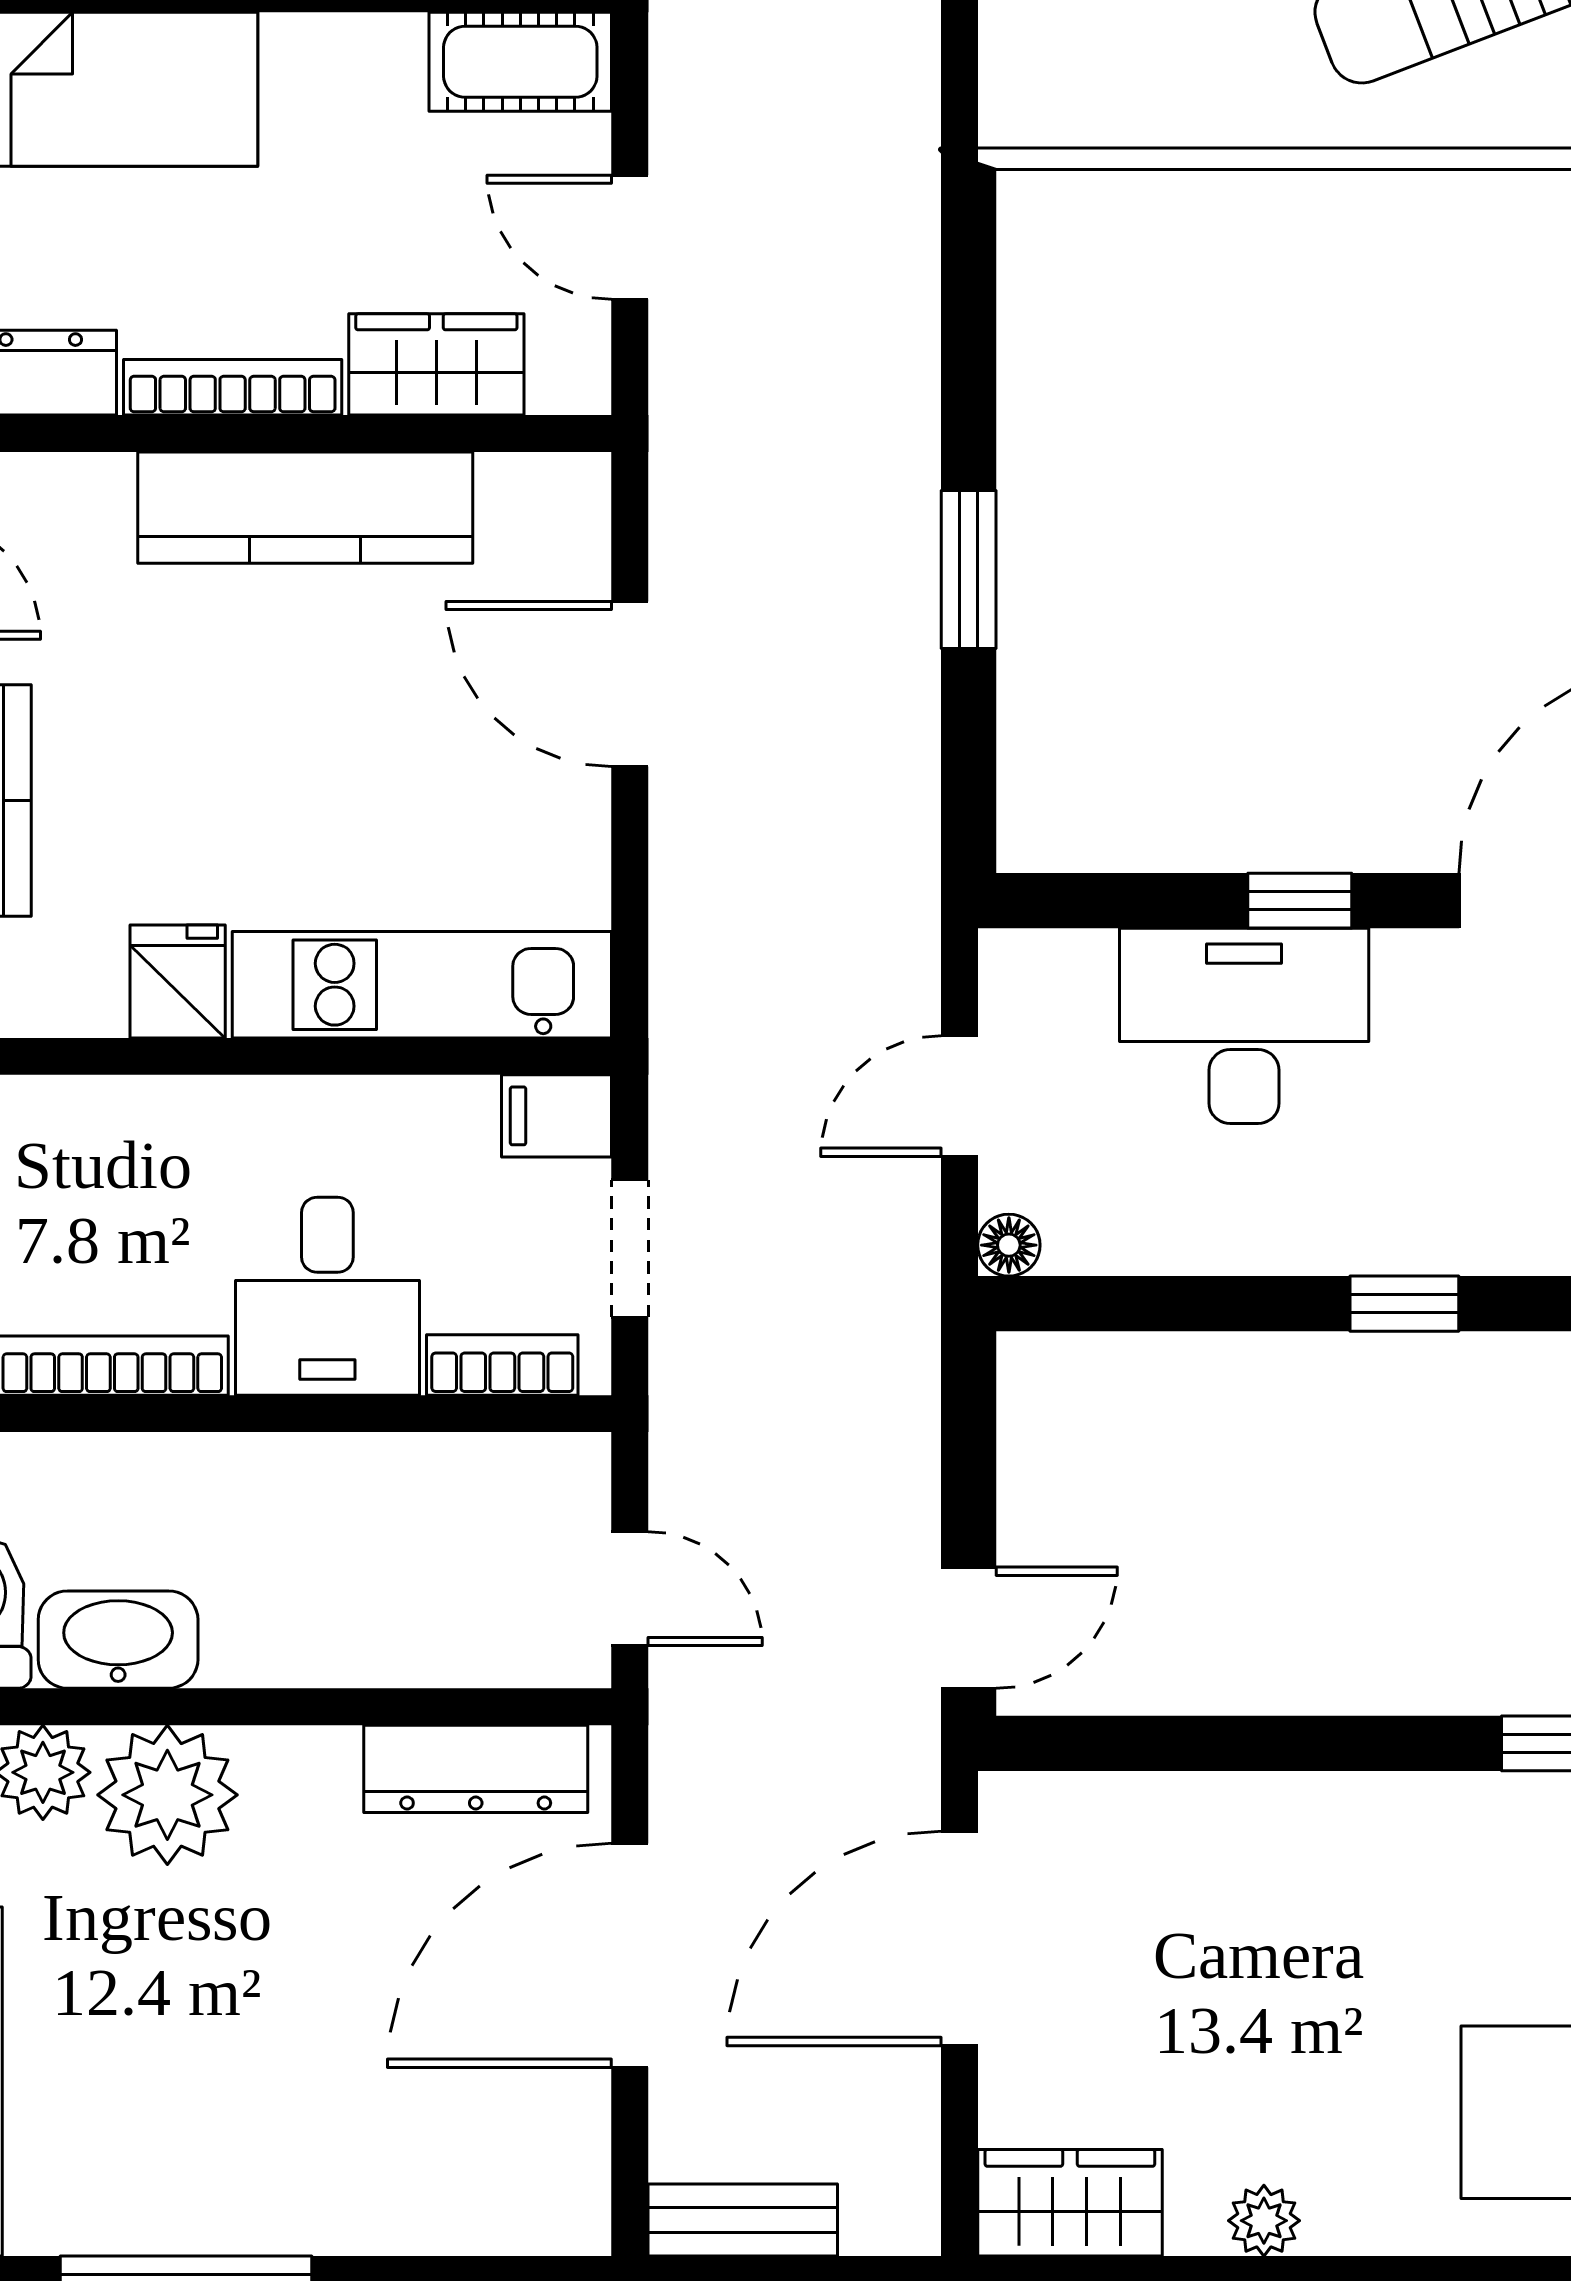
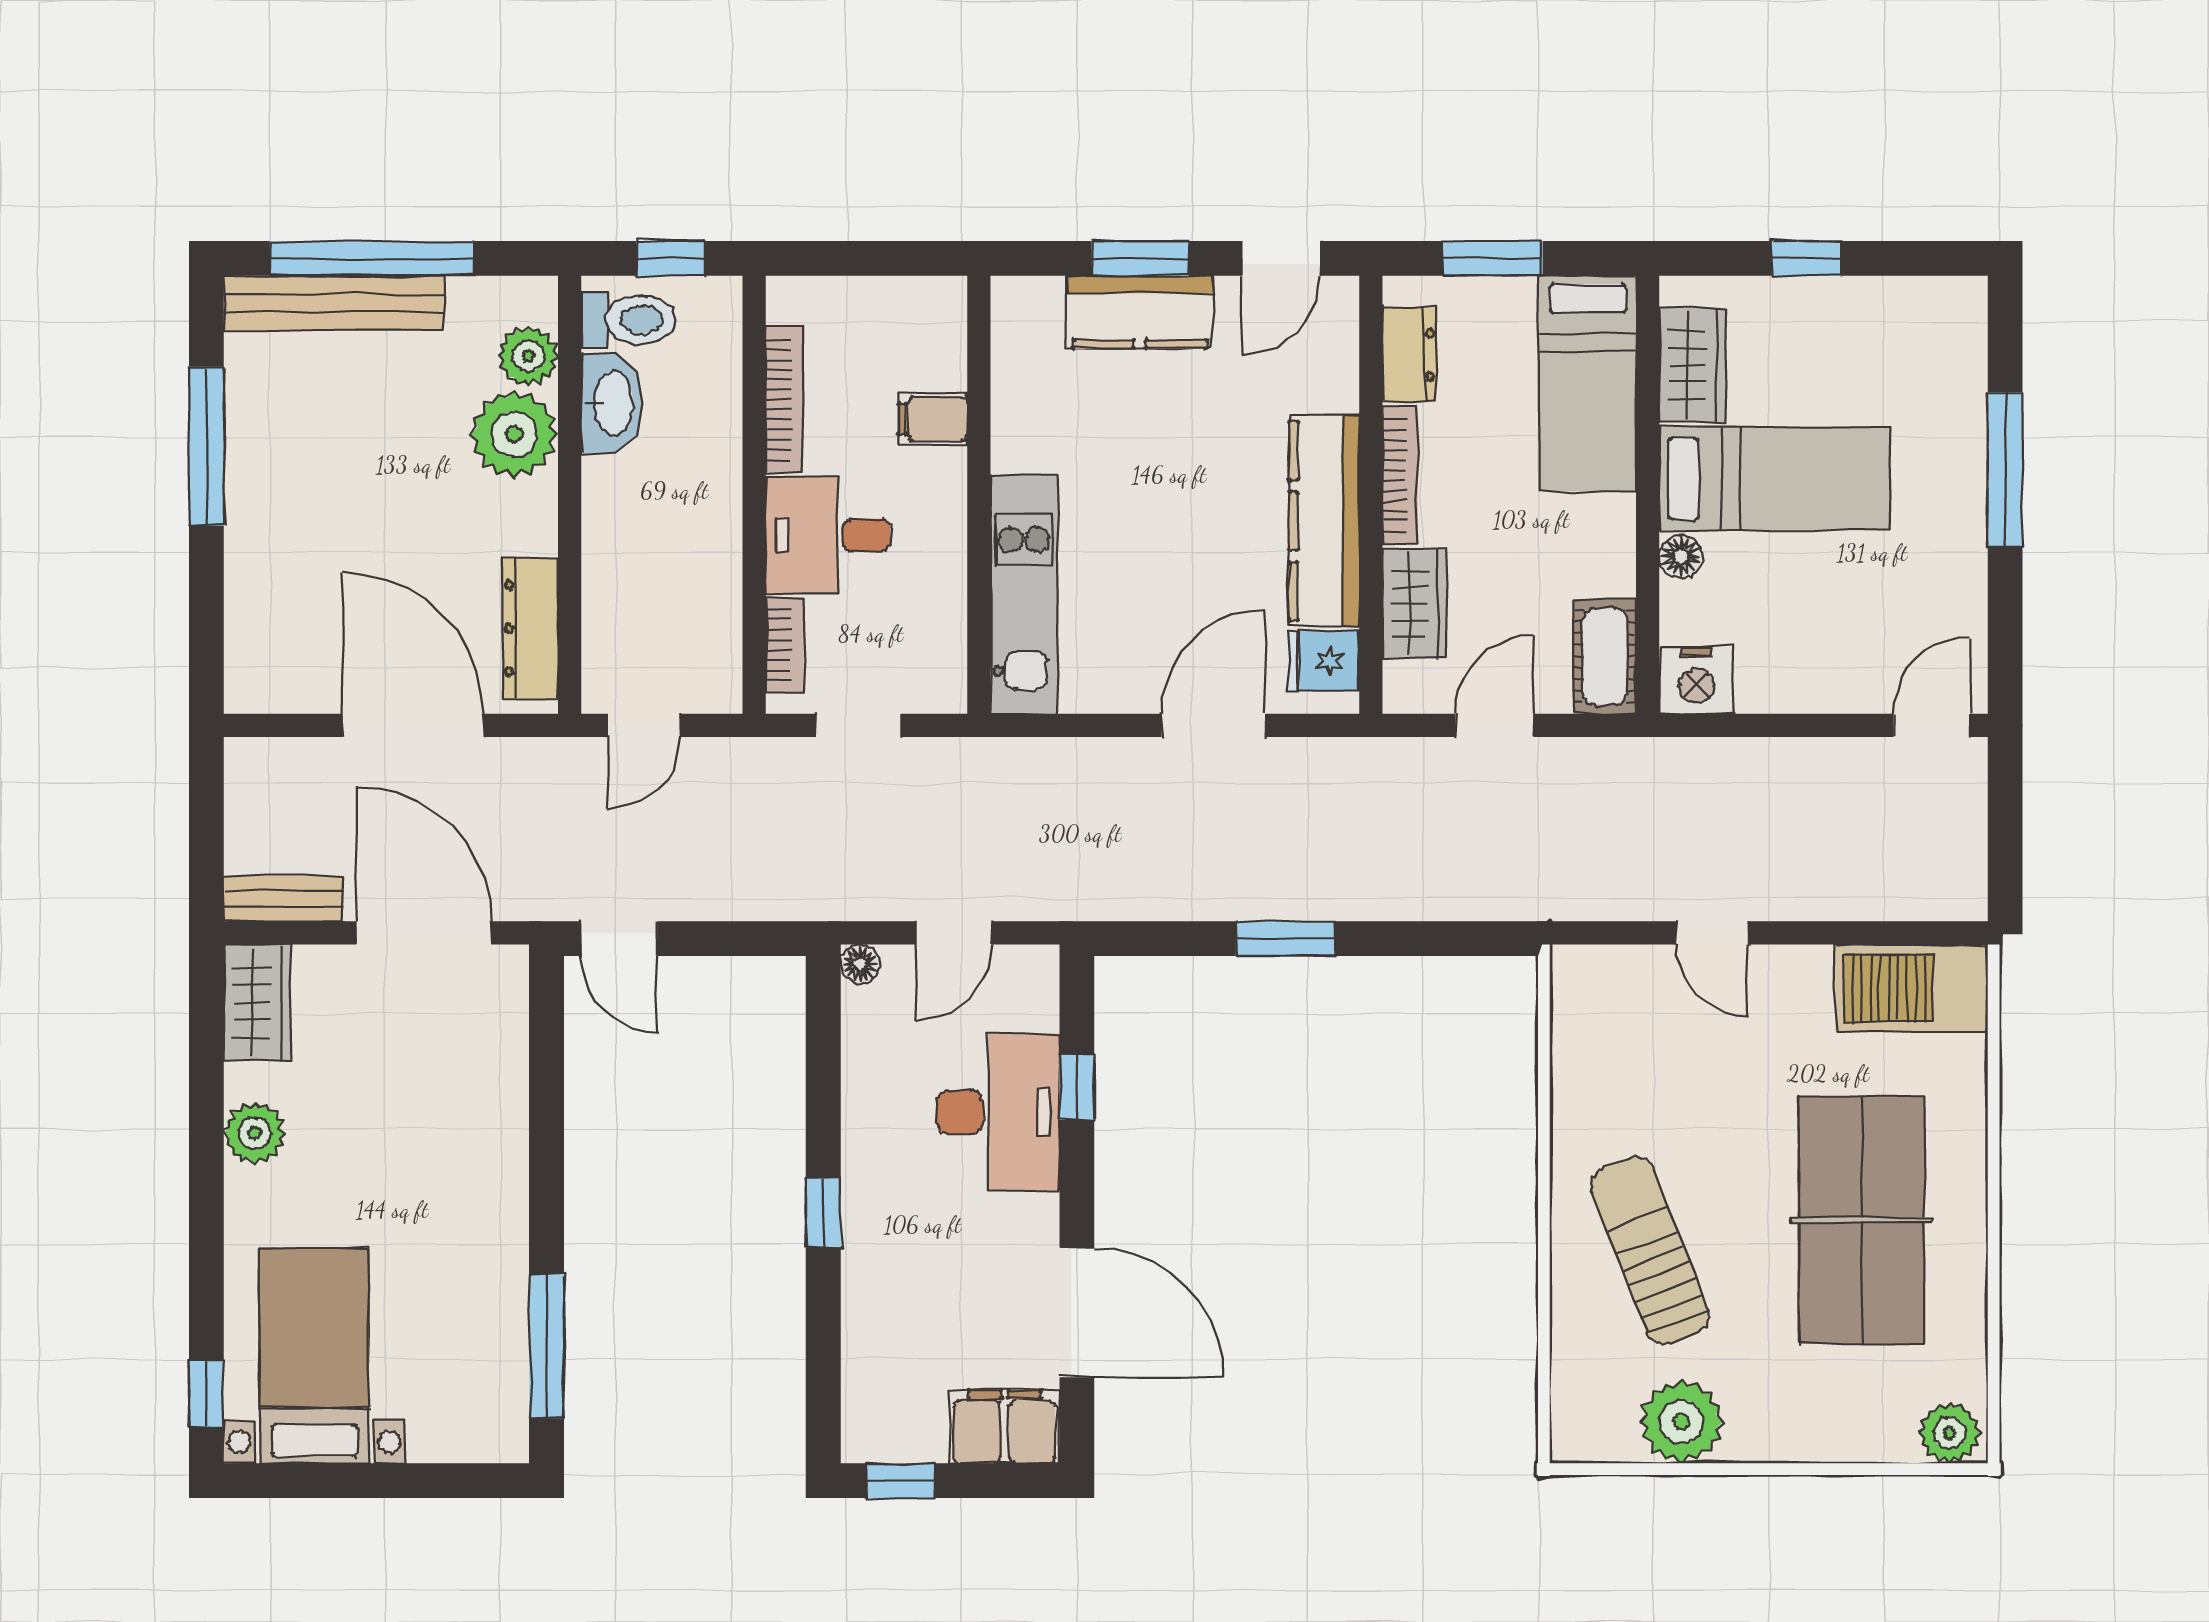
window: (1300, 901) -> (1077, 1087), moved
fridge: (178, 981) -> (1324, 661), moved, turned 180
door: (959, 1096) -> (954, 933), swing flipped
filing cabinet: (556, 1116) -> (933, 419), moved, turned -90
bench: (743, 2220) -> (283, 899), moved, turned 90
plant: (1264, 2221) -> (254, 1133), width x1.38, depth x1.38

